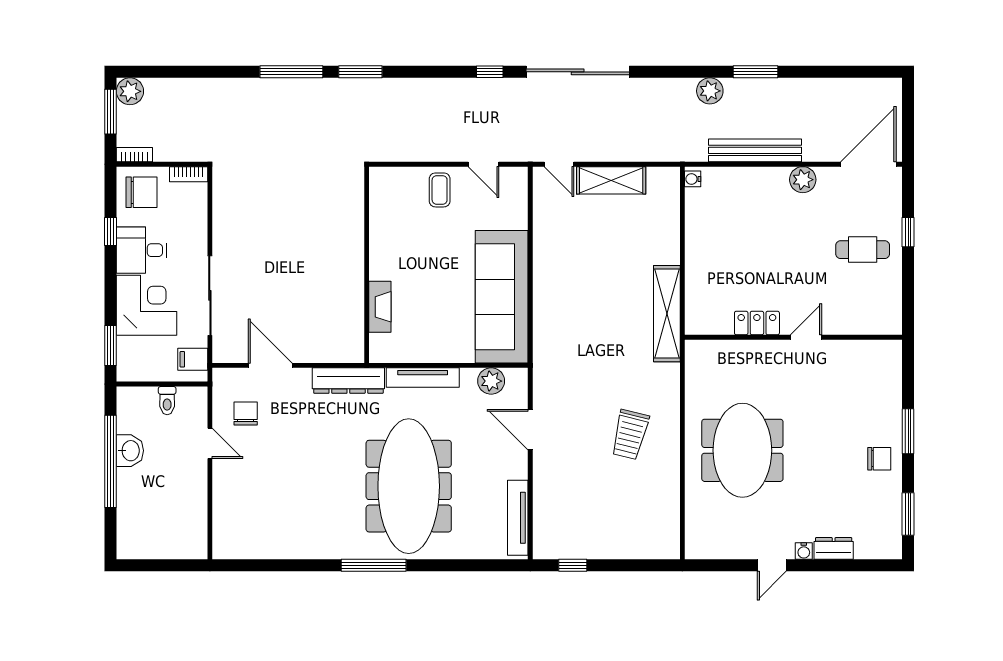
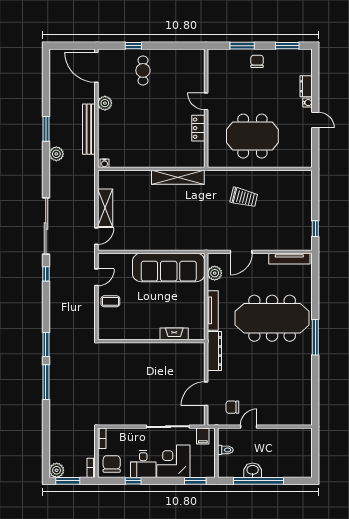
locker: (757, 323) -> (198, 128), moved
wall: (793, 337) -> (206, 108), moved
door: (806, 337) -> (206, 101), moved

